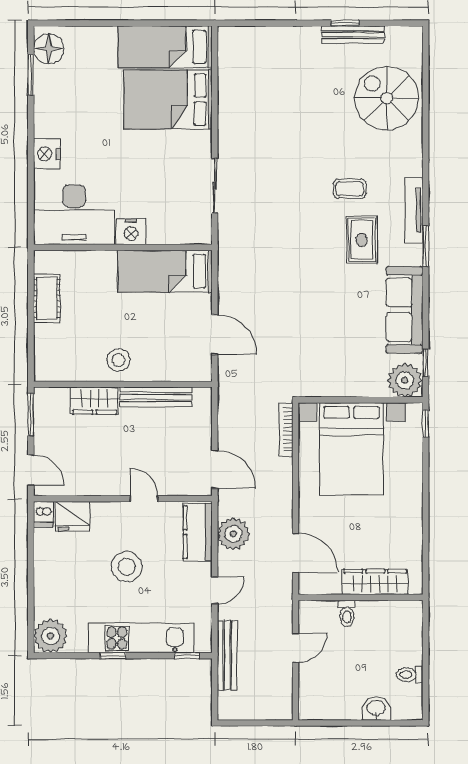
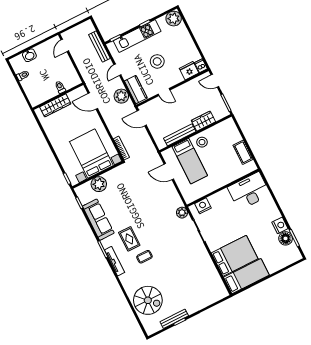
floor lamp: (49, 49) -> (286, 238), moved
nightstand: (47, 154) -> (280, 225), moved
nightstand: (131, 232) -> (203, 206), moved
plant: (230, 239) -> (182, 213), added
bed: (165, 271) -> (190, 161), moved, turned 90
plant: (405, 380) -> (99, 184), moved
door: (295, 648) -> (65, 45), moved

